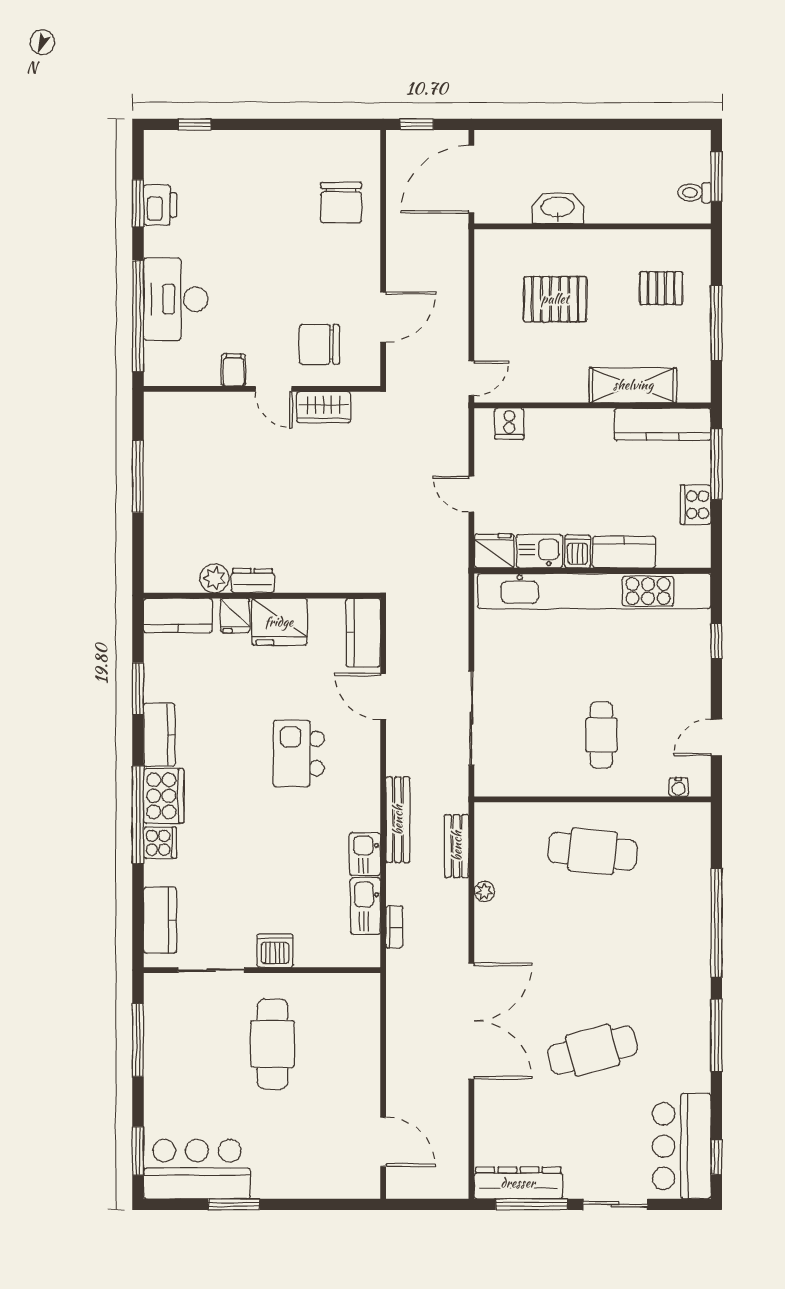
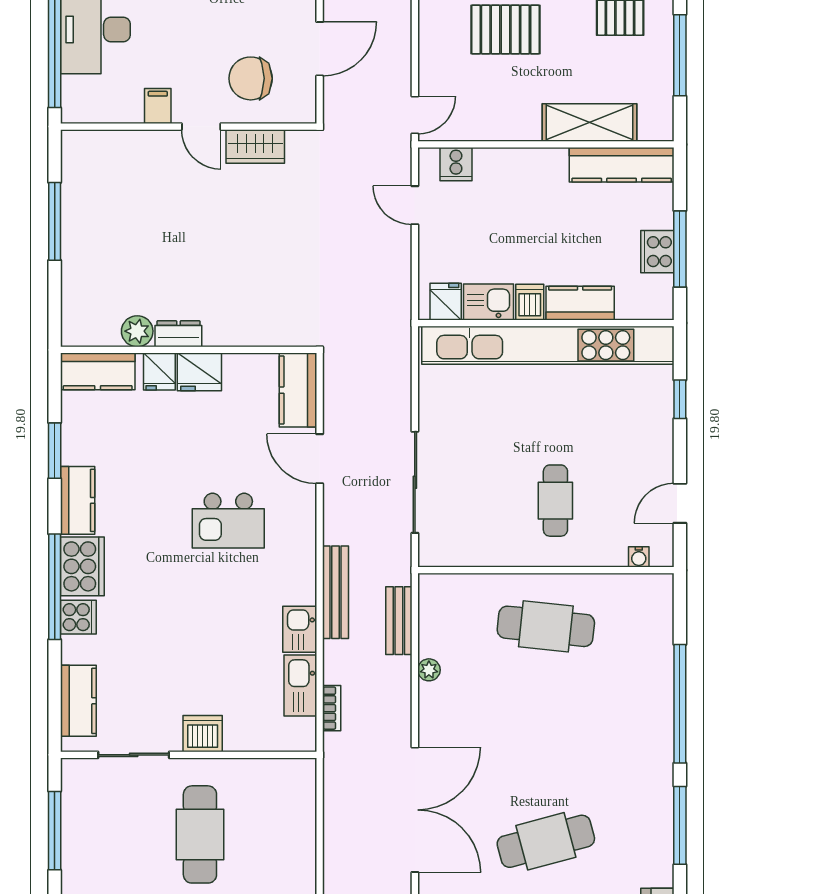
window: (716, 464) -> (680, 249), moved
door: (471, 494) -> (415, 205), moved
fridge: (494, 551) -> (446, 302), width x0.72
fridge: (279, 622) -> (199, 372), width x0.73, depth x0.75
kitchen island: (299, 753) -> (228, 521), turned -90

